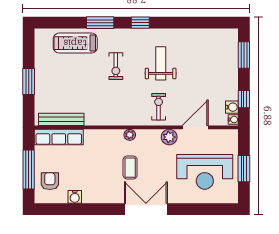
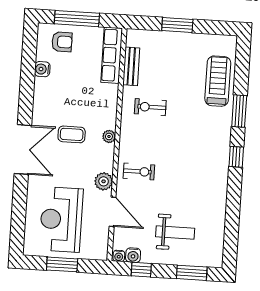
weight bench: (161, 63) -> (175, 232), moved
exercise bike: (116, 66) -> (150, 107), moved
bench: (61, 119) -> (131, 66), width x0.73

